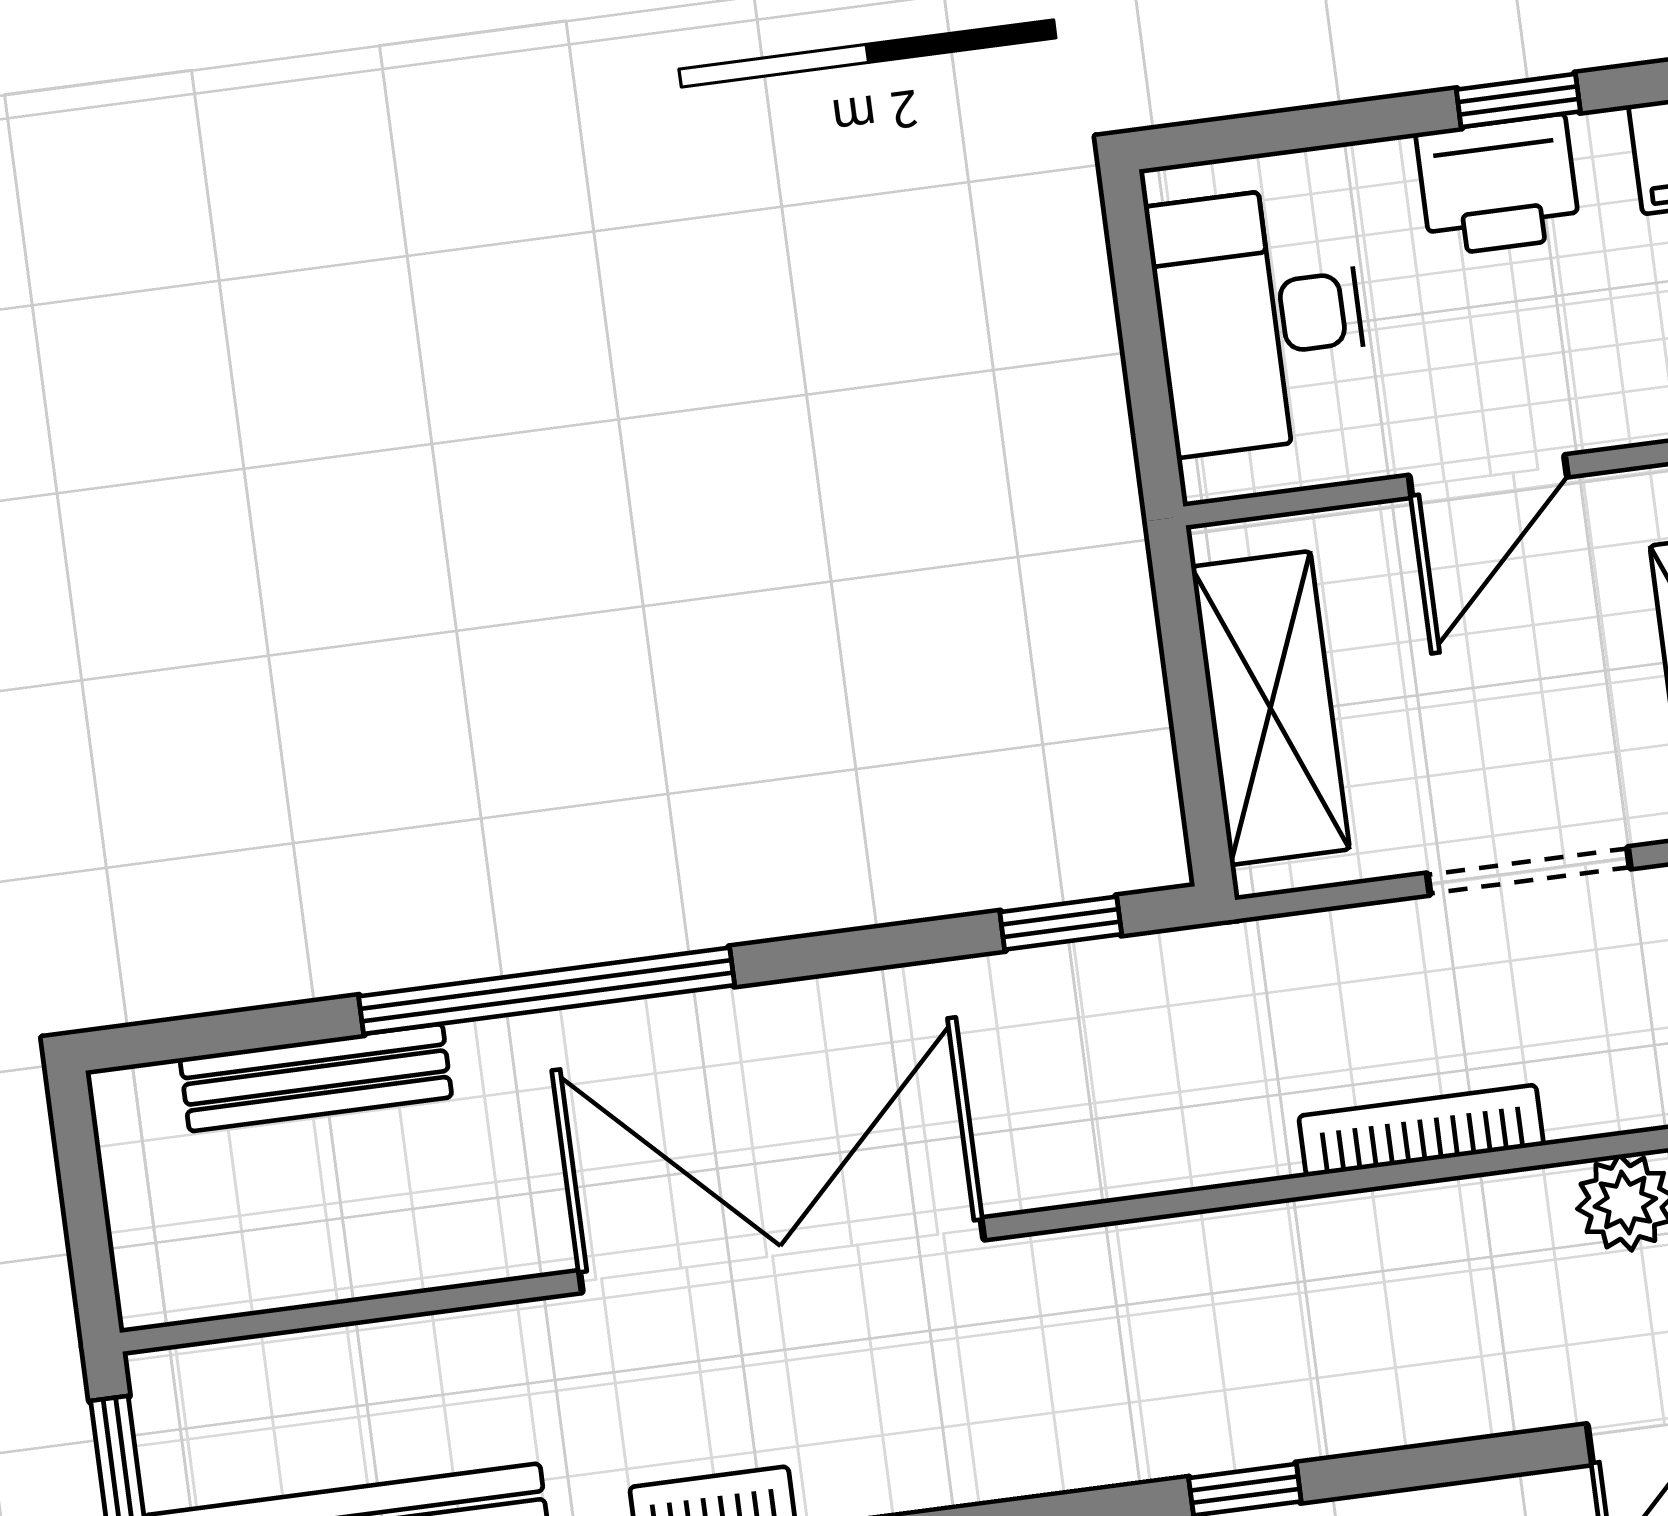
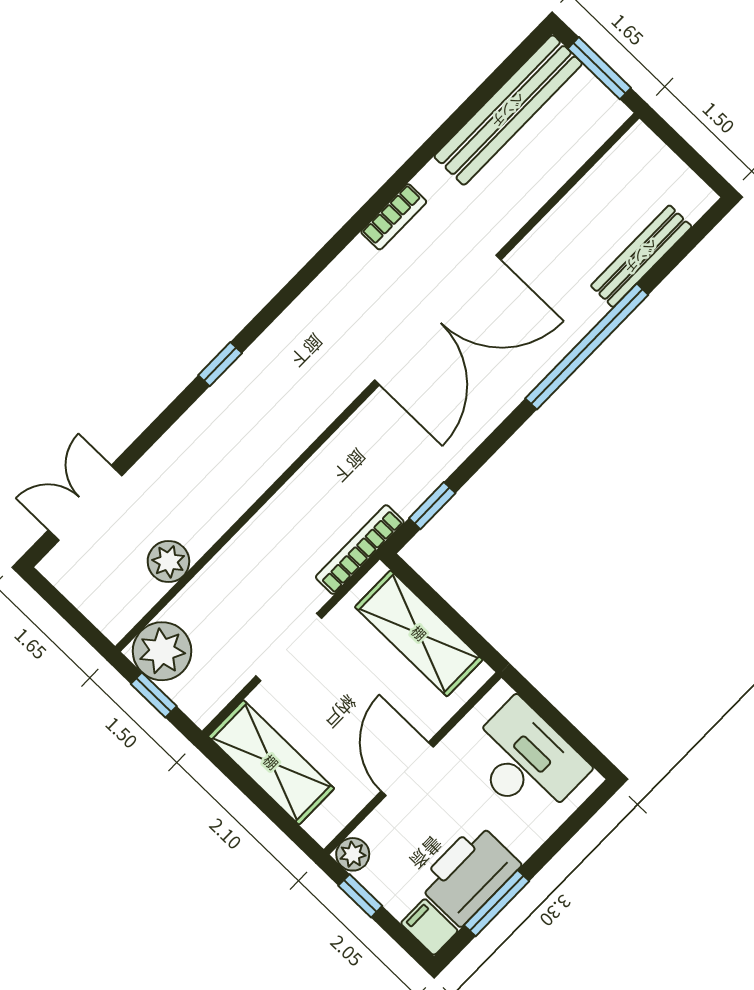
window: (1518, 100) -> (497, 903), width x1.50
printer: (1498, 185) -> (469, 874), width x1.37, depth x1.19
bookcase: (1421, 1131) -> (360, 550), moved, turned 180

